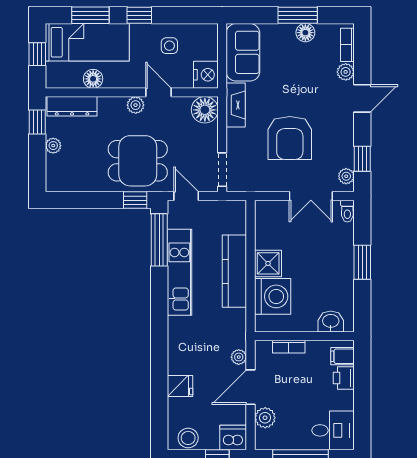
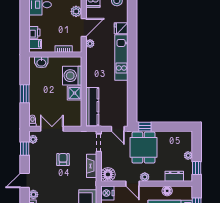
fireplace: (236, 105) -> (92, 166), moved
dresser: (72, 106) -> (174, 176), width x0.70
armchair: (290, 138) -> (63, 160), width x0.53, depth x0.53
dining table: (138, 161) -> (143, 147), turned 90
window: (159, 240) -> (132, 106), removed
kitchen counter: (234, 271) -> (92, 107), moved
kitchen unit: (179, 272) -> (121, 58), moved

